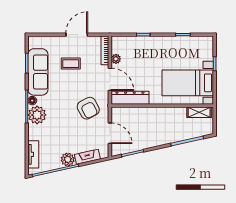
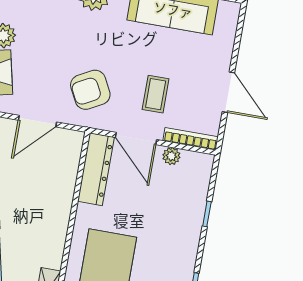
coffee table: (71, 64) -> (156, 94), moved
door: (110, 79) -> (136, 138), hinge flipped

